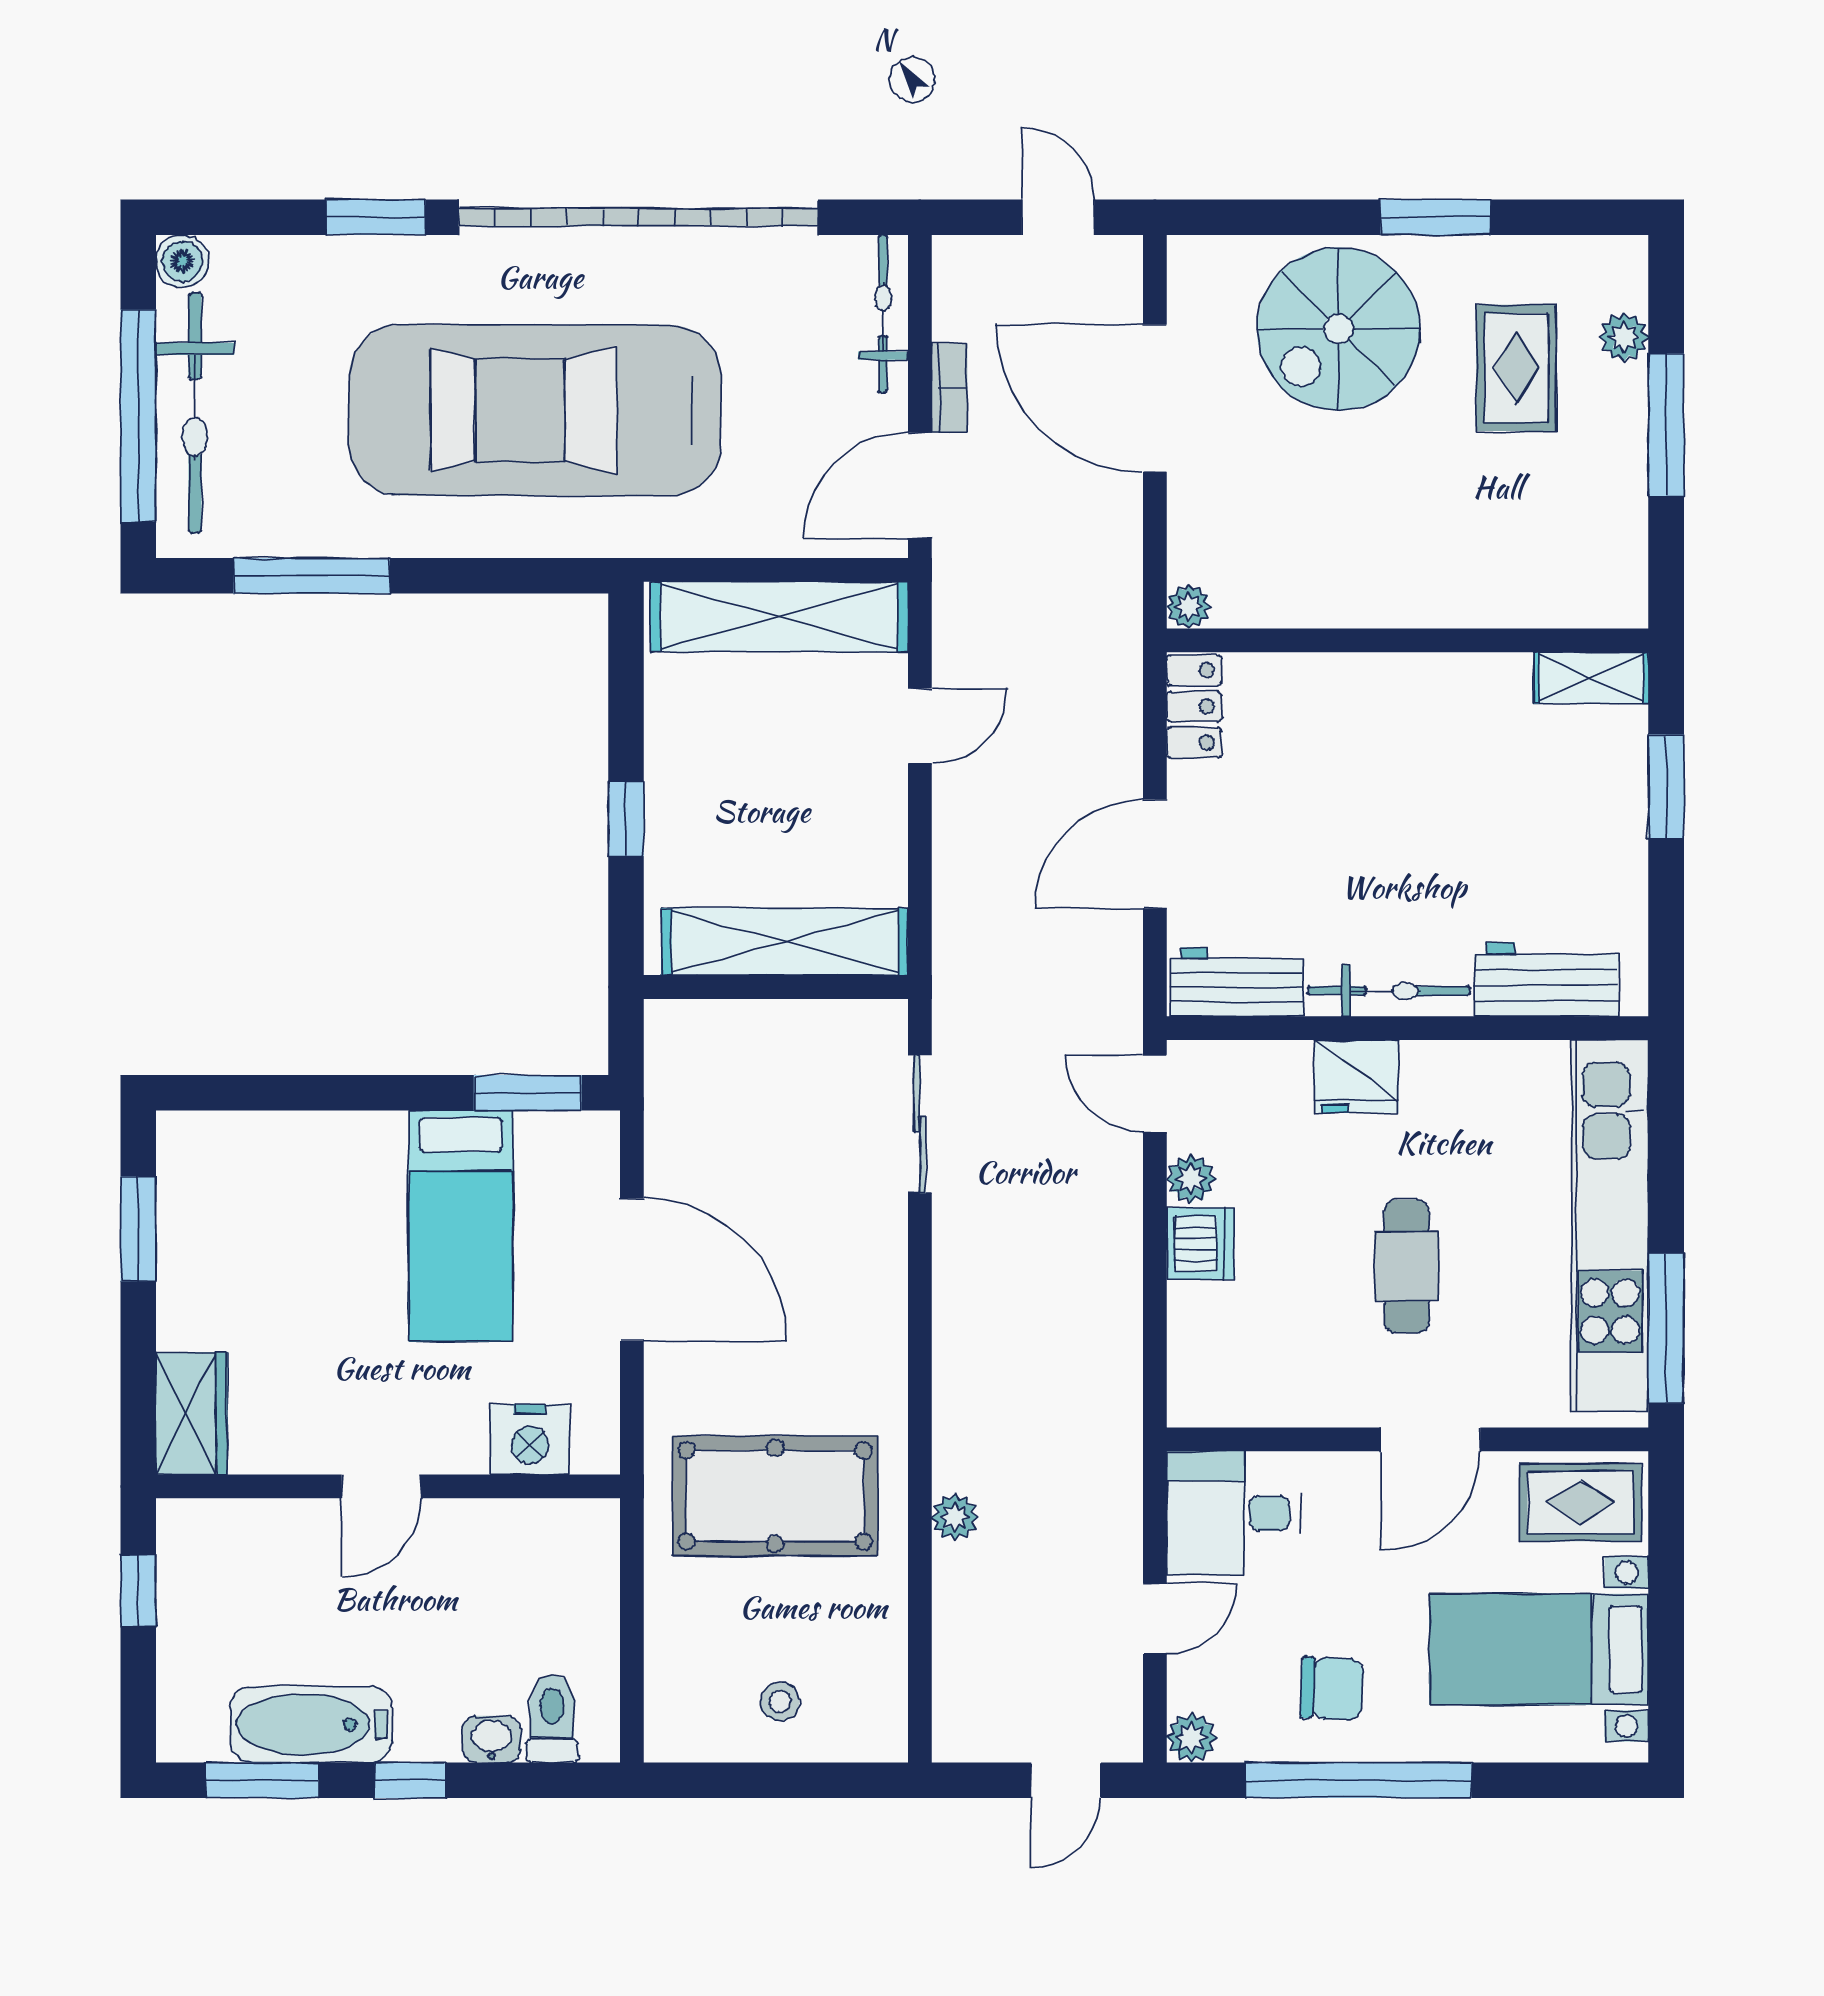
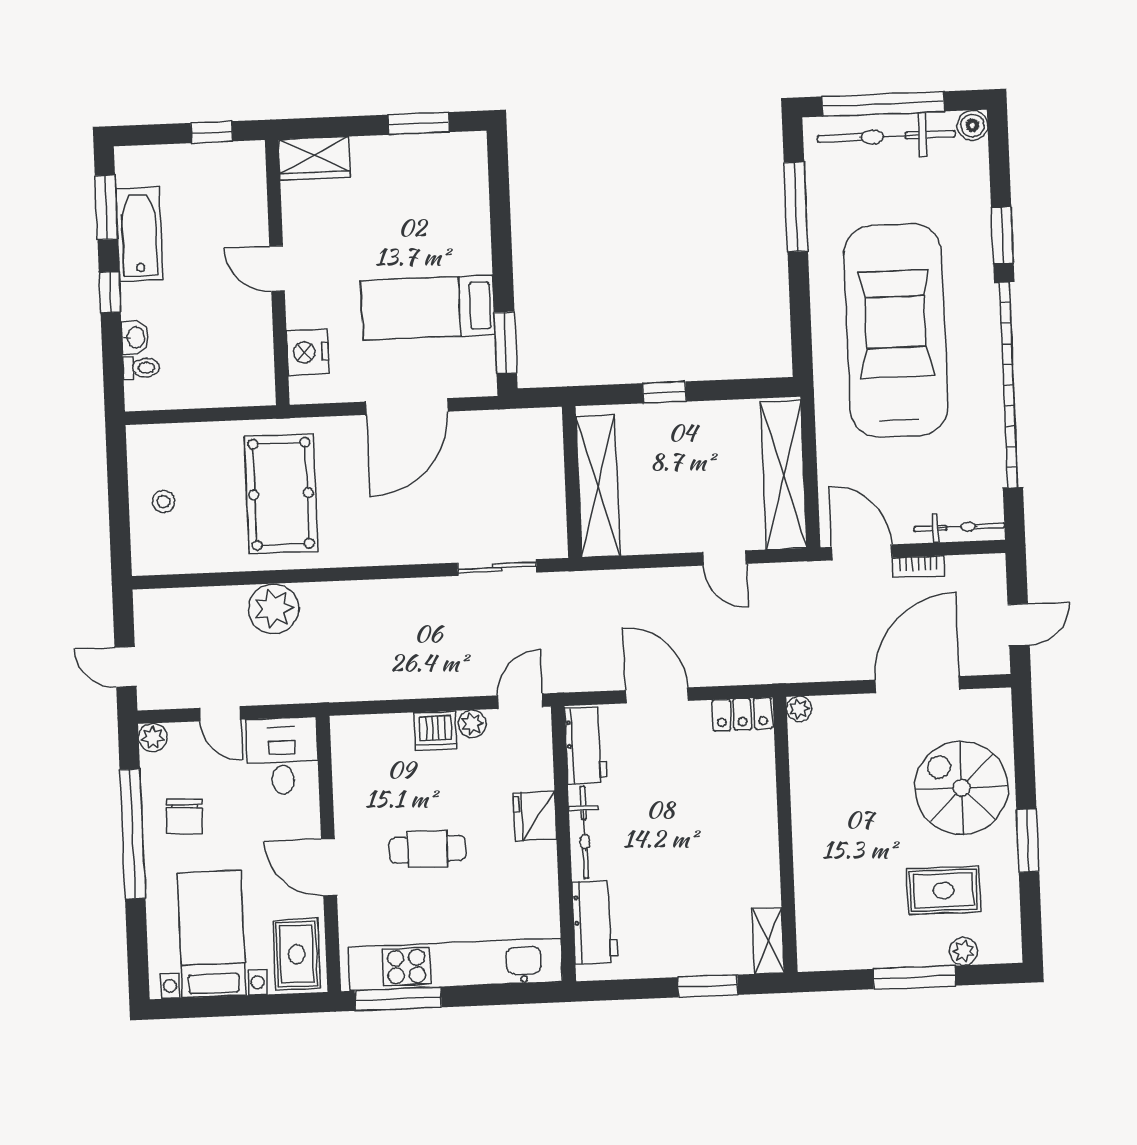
plant: (955, 1517) -> (274, 609), width x1.88, depth x1.88
toilet: (552, 1719) -> (141, 368), width x0.73, depth x0.72

